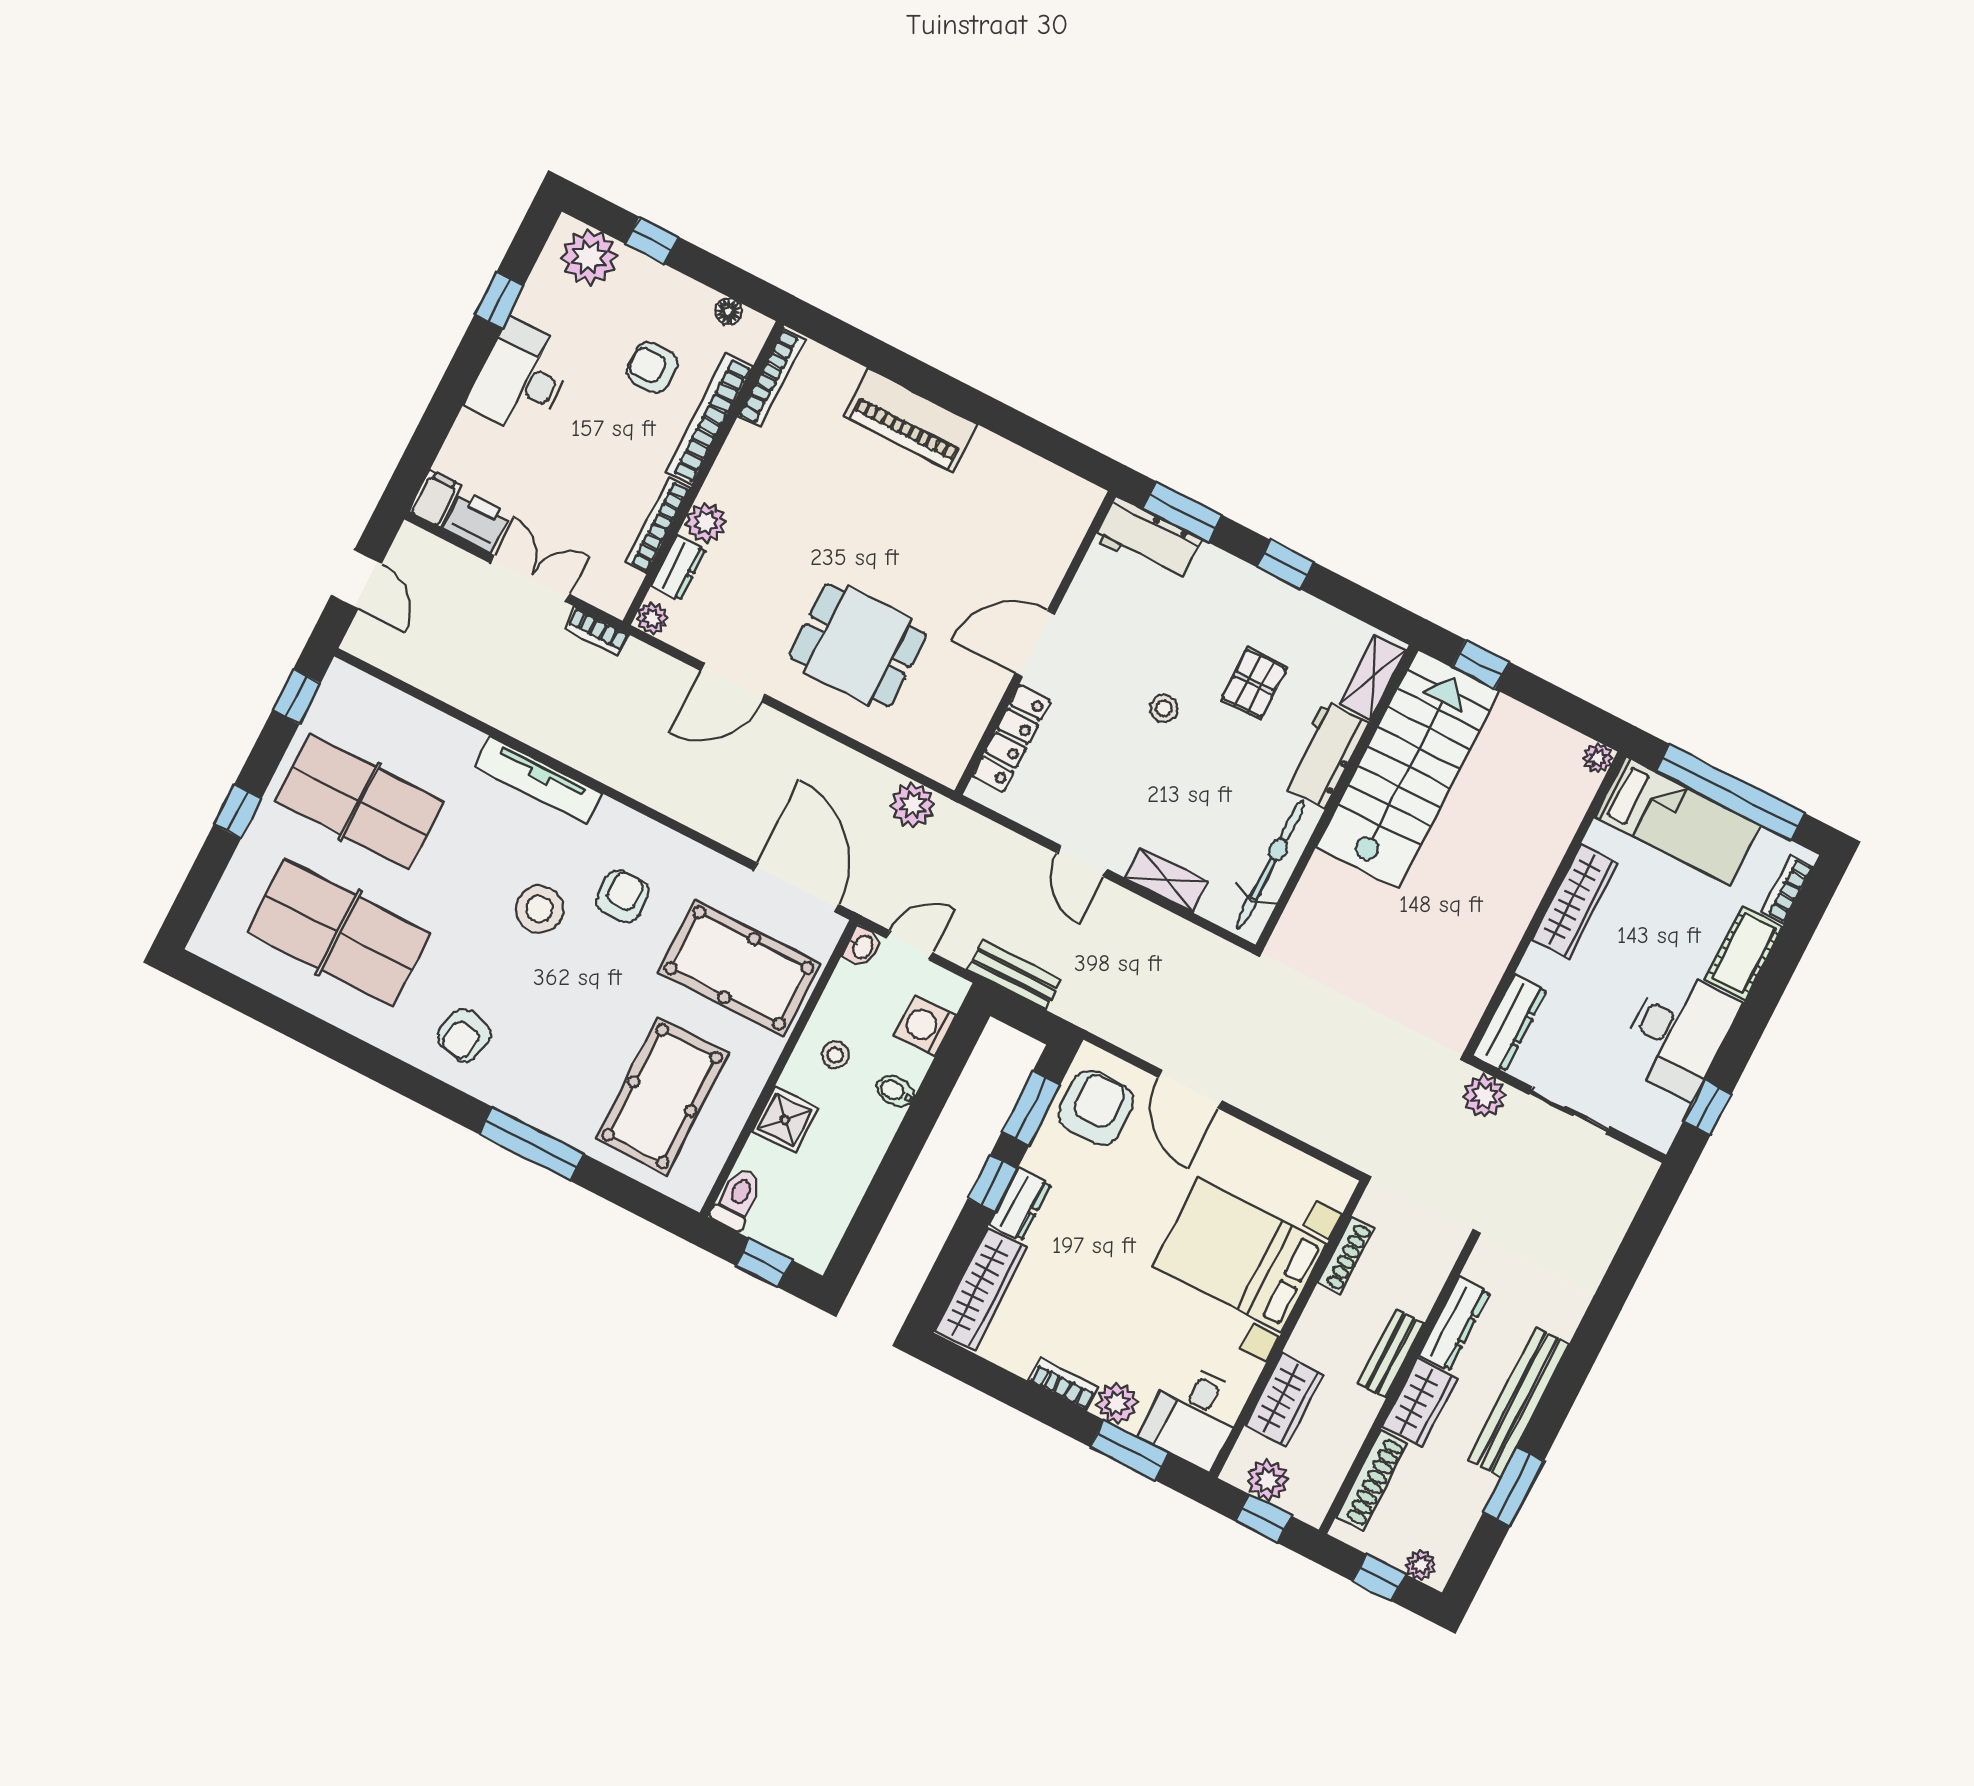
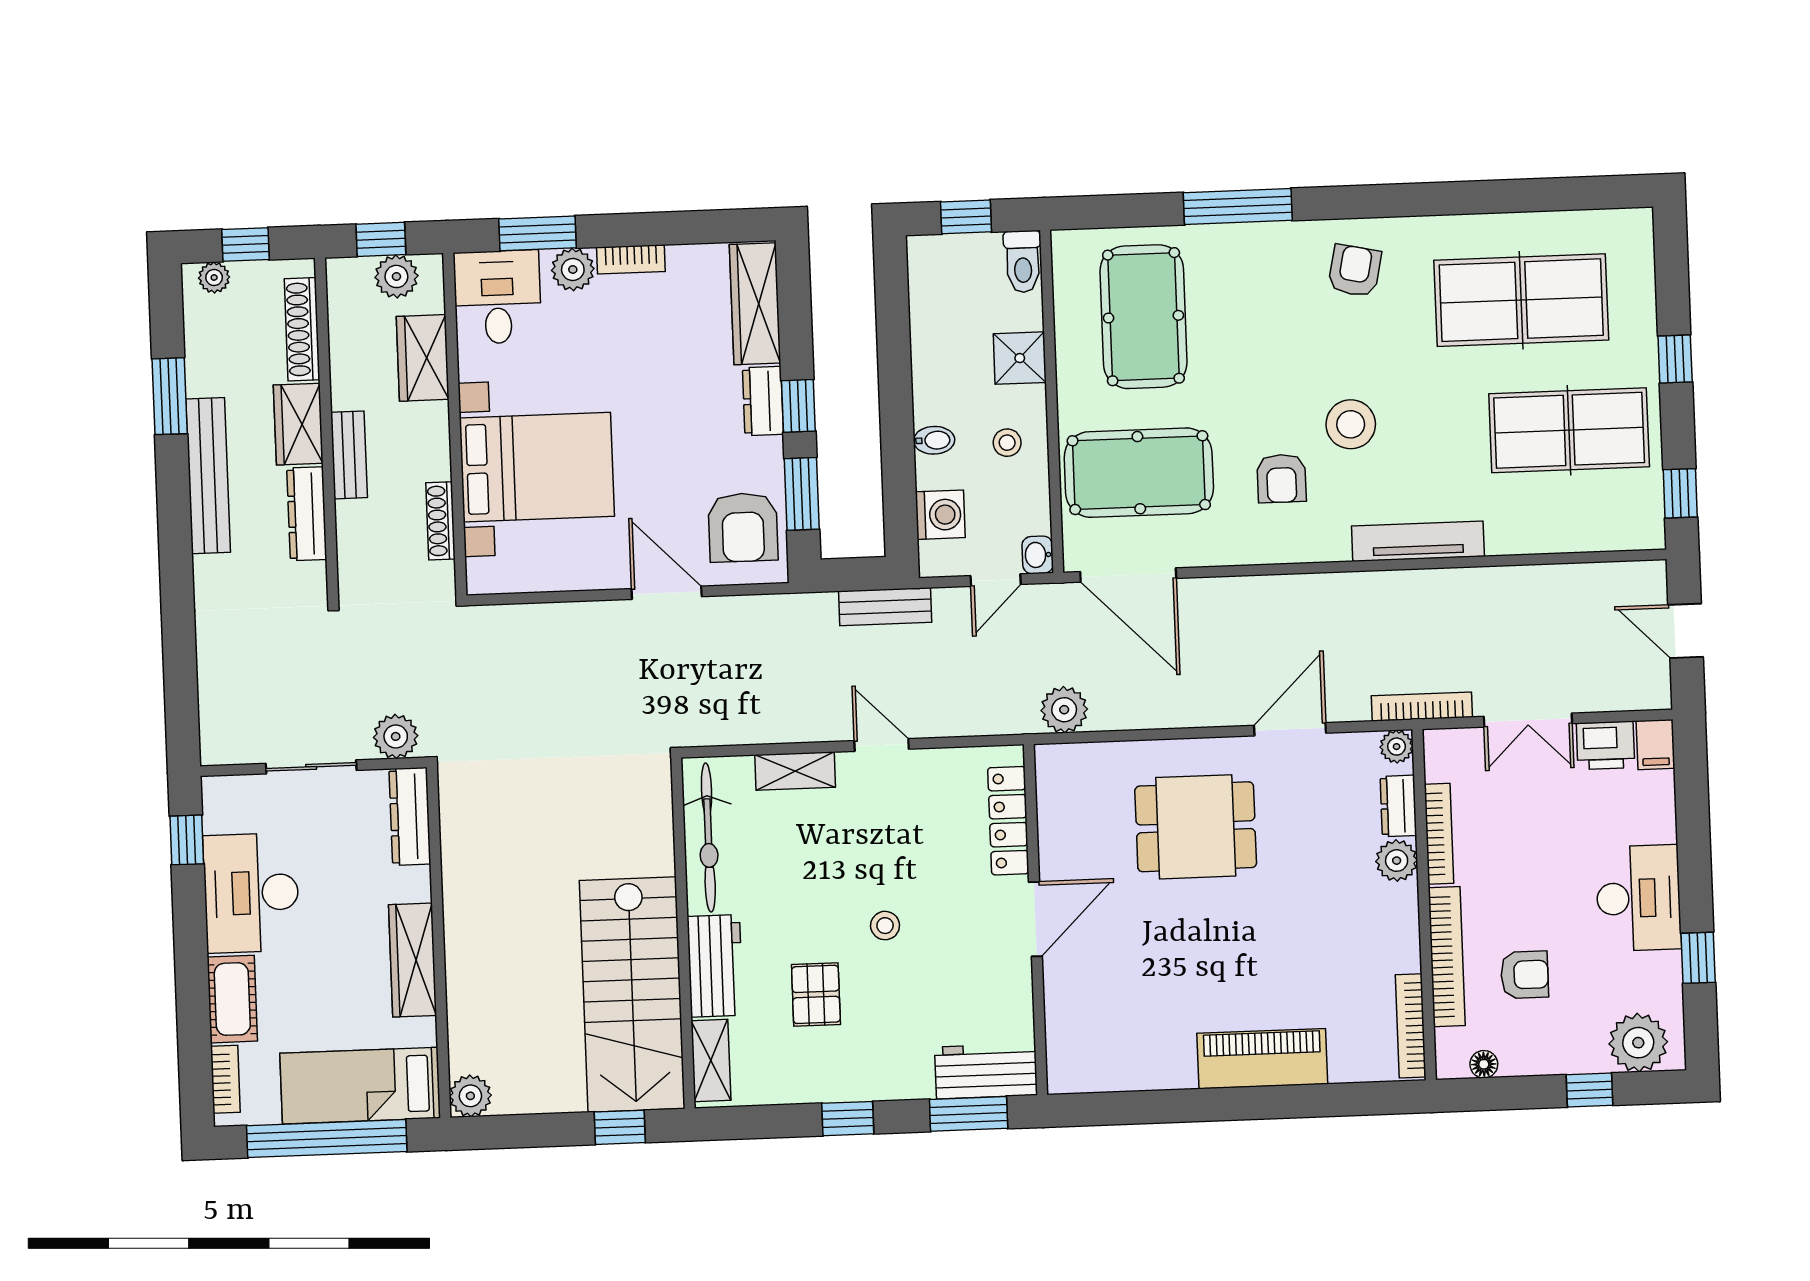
bookcase: (597, 632) -> (1422, 707), width x1.56
plant: (1598, 758) -> (470, 1096), width x1.38, depth x1.38

